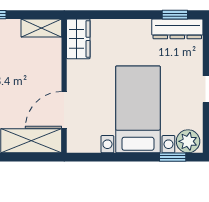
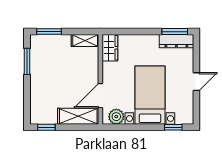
window: (175, 15) -> (175, 32), width x1.50
plant: (188, 141) -> (116, 117), moved

